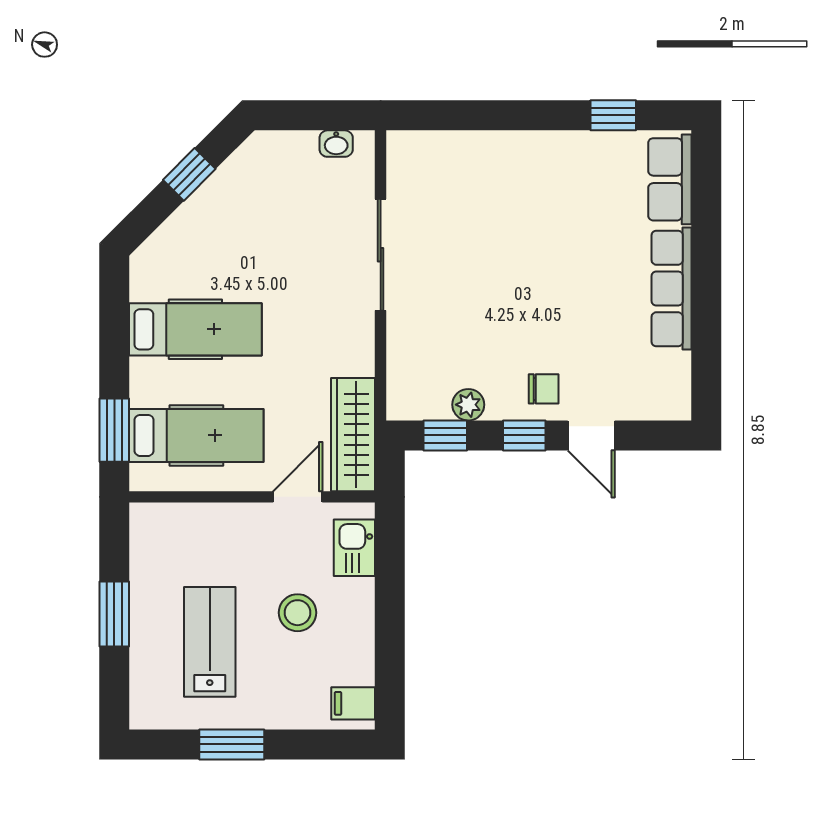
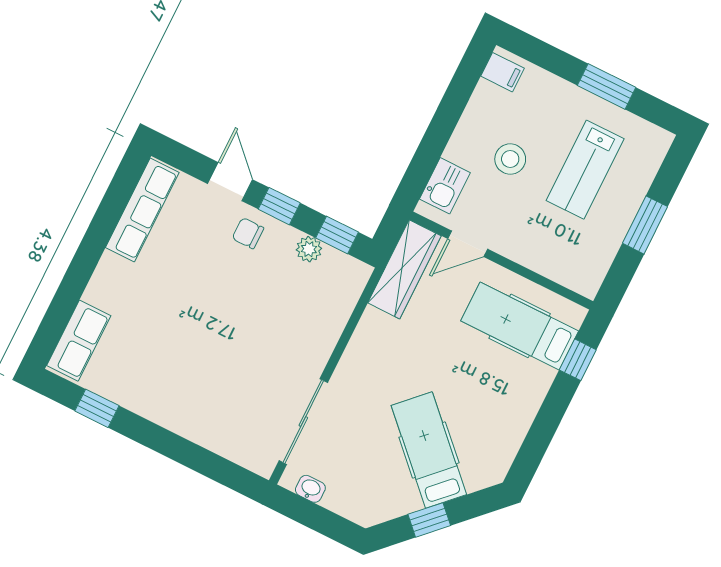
sliding door: (381, 255) -> (303, 422), moved
row of seats: (672, 289) -> (142, 210), moved
hospital bed: (195, 329) -> (429, 450), moved, turned 45
window: (114, 430) -> (578, 360), width x0.67

